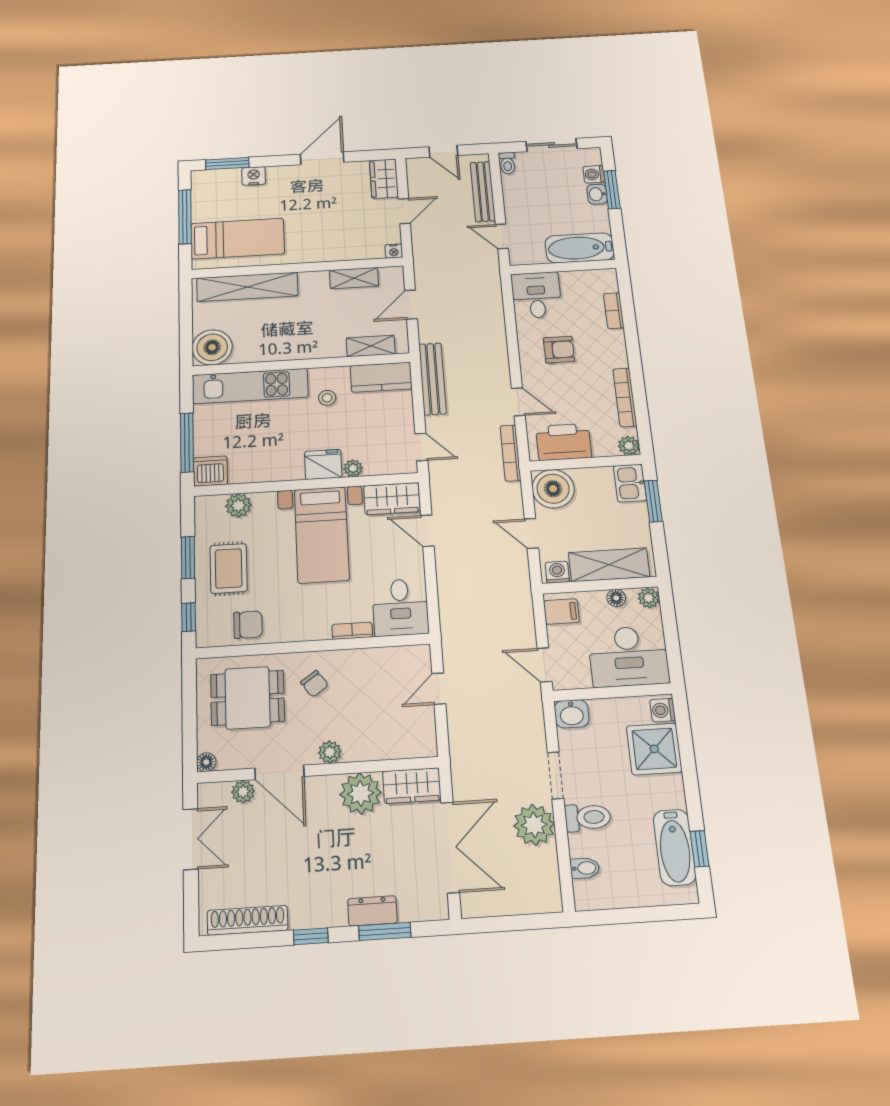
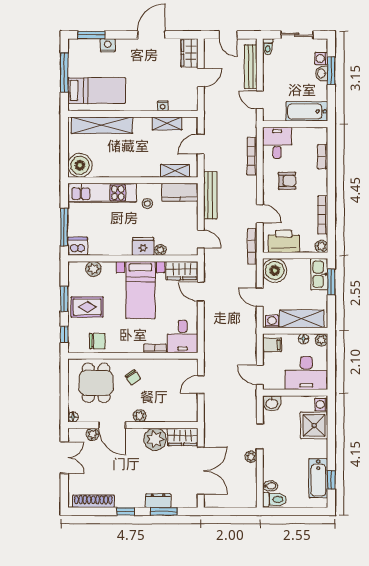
nightstand: (394, 251) -> (163, 106), moved
bookcase: (497, 317) -> (252, 156), added
kitchen sink: (630, 483) -> (319, 274), width x1.38
rug: (229, 568) -> (87, 307), turned 90
dining table: (248, 698) -> (96, 383), turned 90
toilet: (588, 817) -> (275, 499), moved
plant: (534, 825) -> (251, 457), width x0.53, depth x0.53

